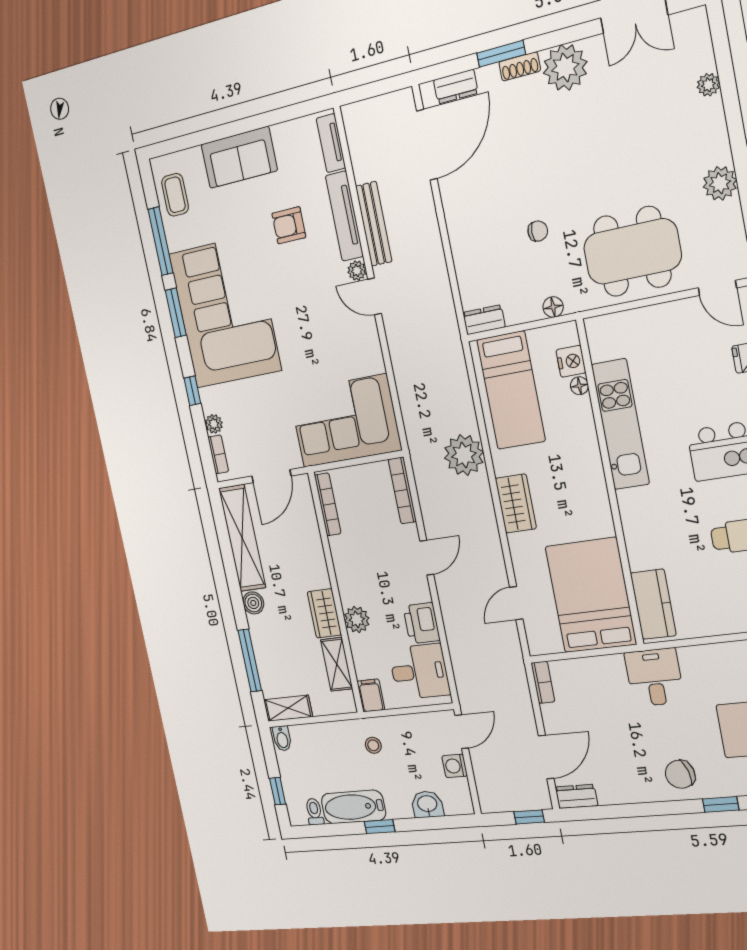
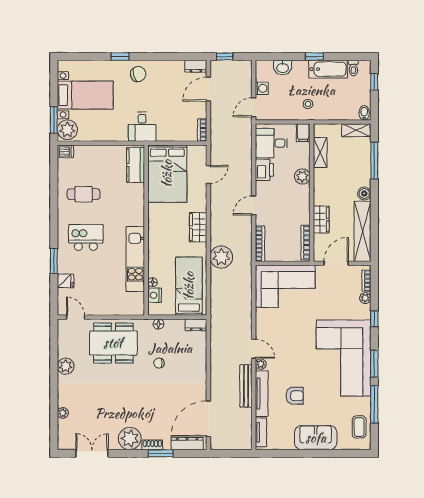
dresser: (456, 87) -> (187, 444), width x1.44
wardrobe: (324, 613) -> (321, 219), moved

